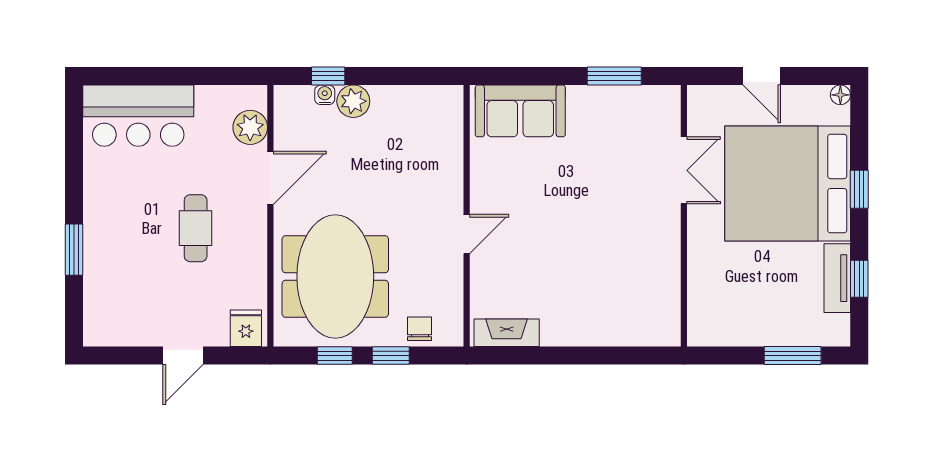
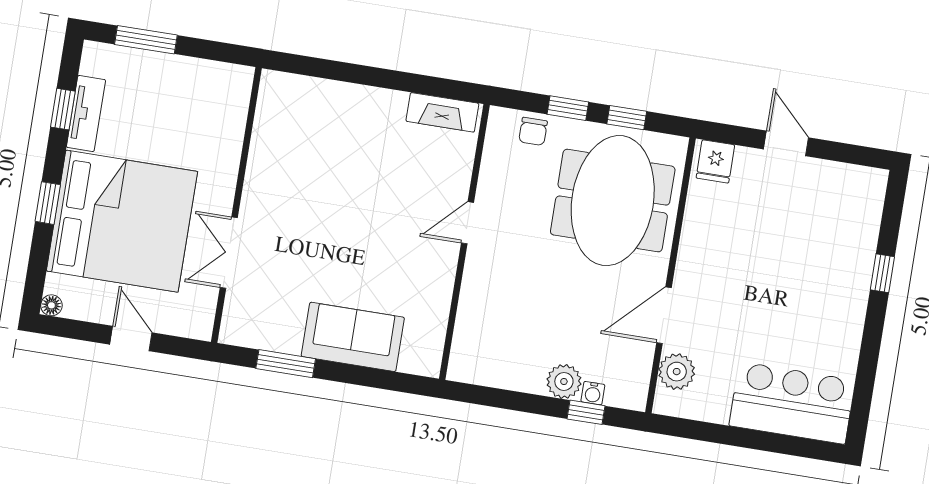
sofa: (520, 111) -> (353, 337), moved
cafe table: (196, 228) -> (751, 275), removed
window: (74, 250) -> (882, 273), width x0.67
door: (183, 356) -> (786, 143), hinge flipped

